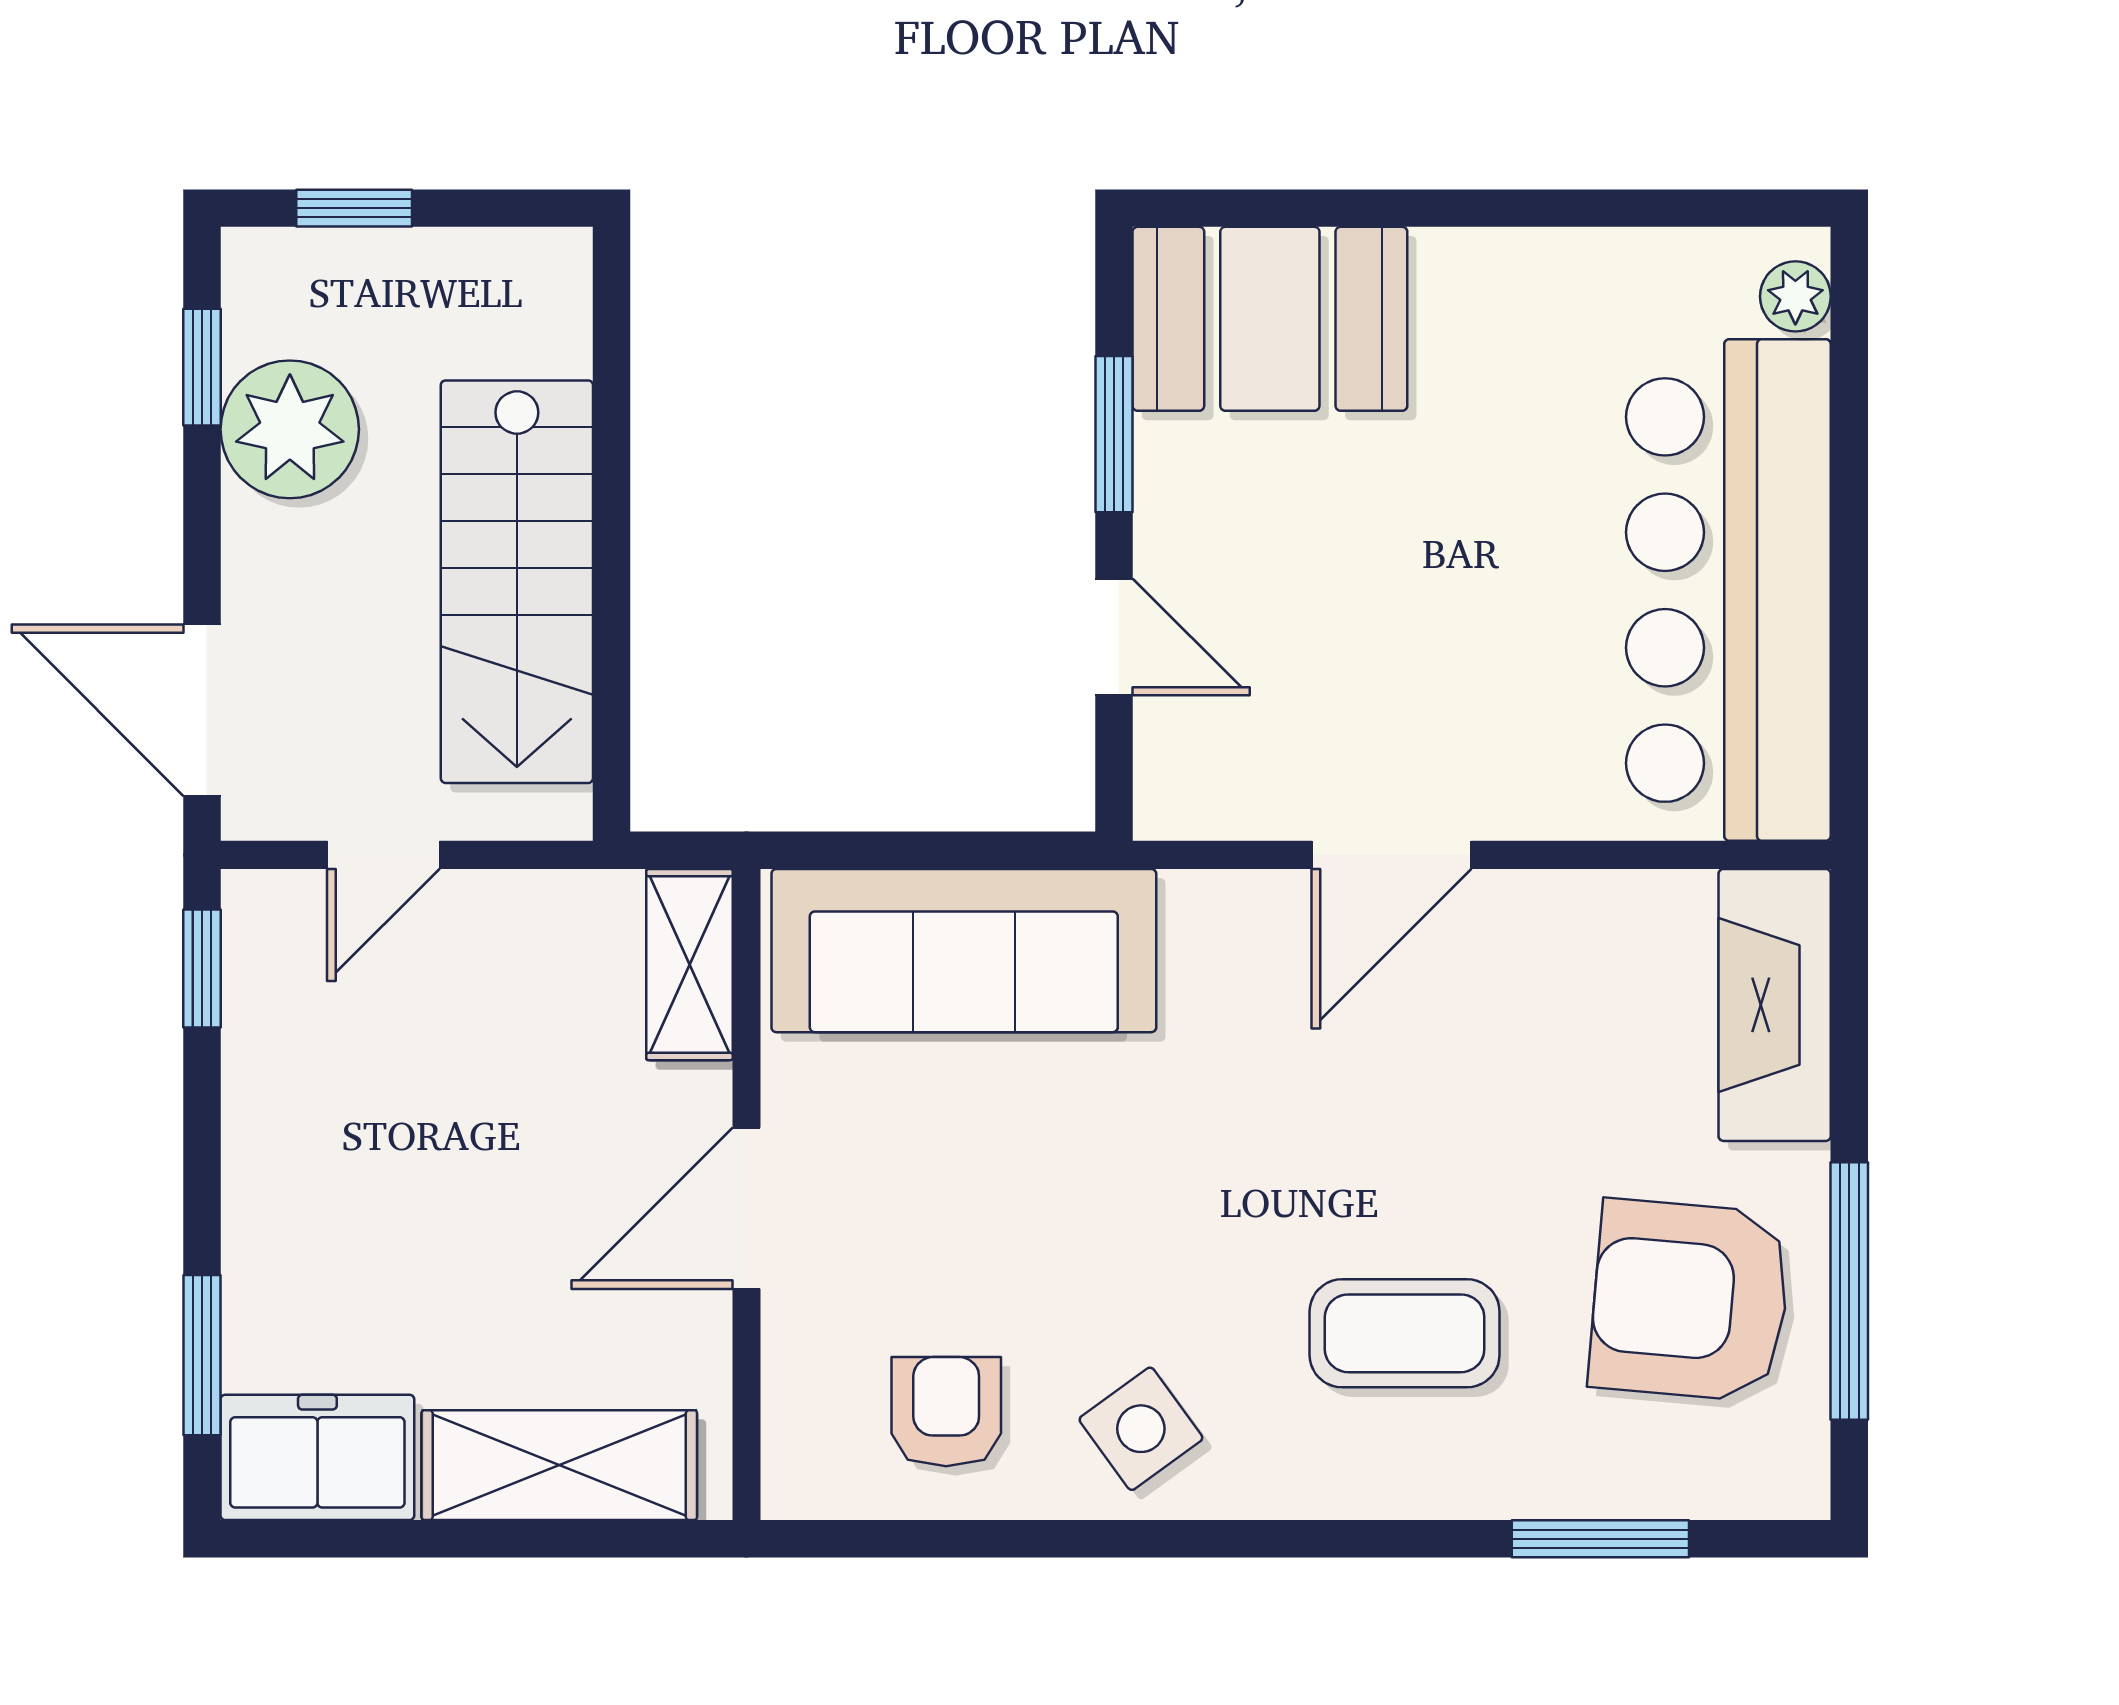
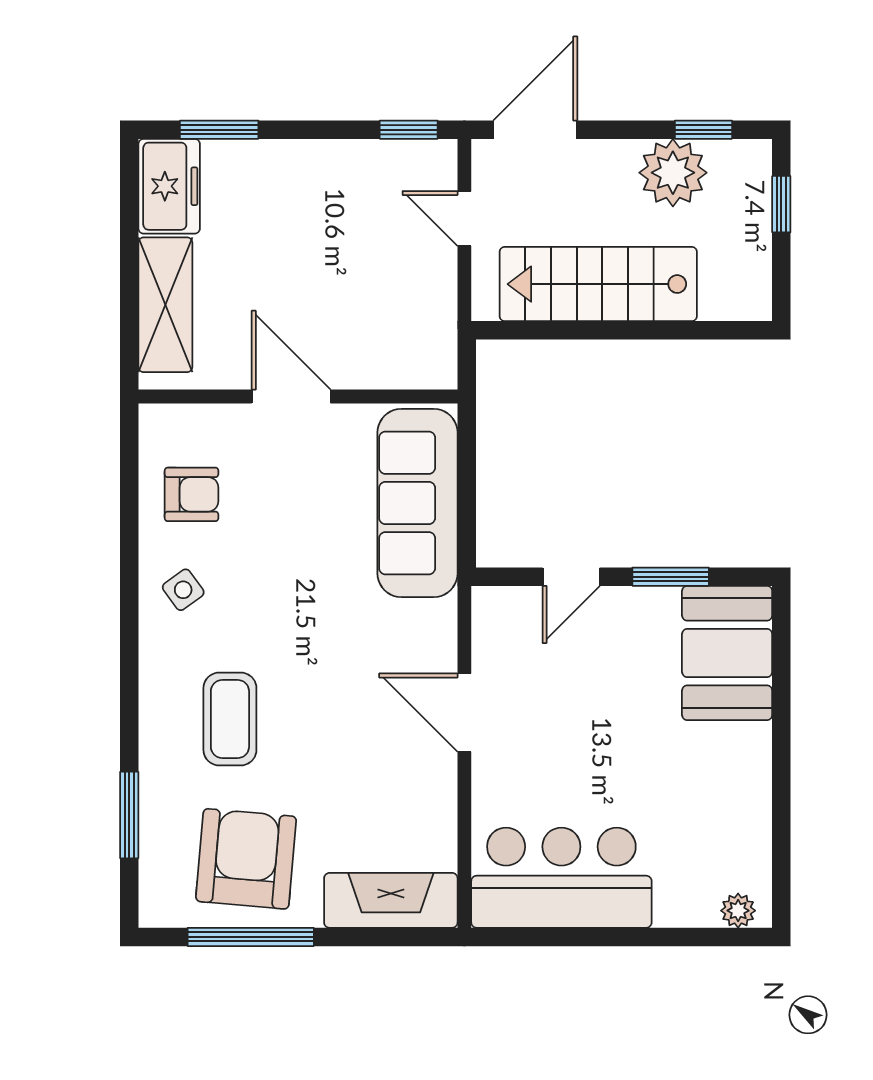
bar counter: (1728, 590) -> (561, 878), width x0.73
shelving: (689, 965) -> (411, 369), removed
side table: (1141, 1429) -> (183, 590), width x0.73, depth x0.73

